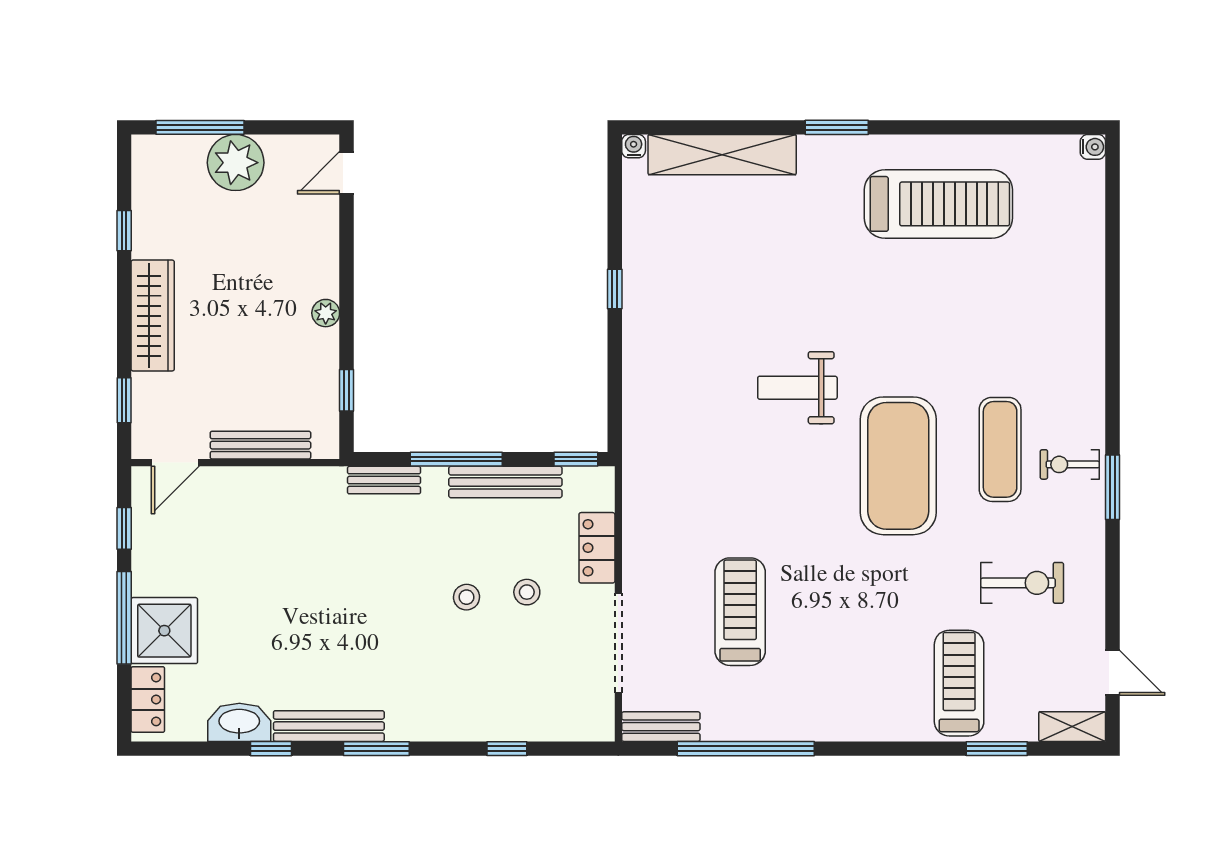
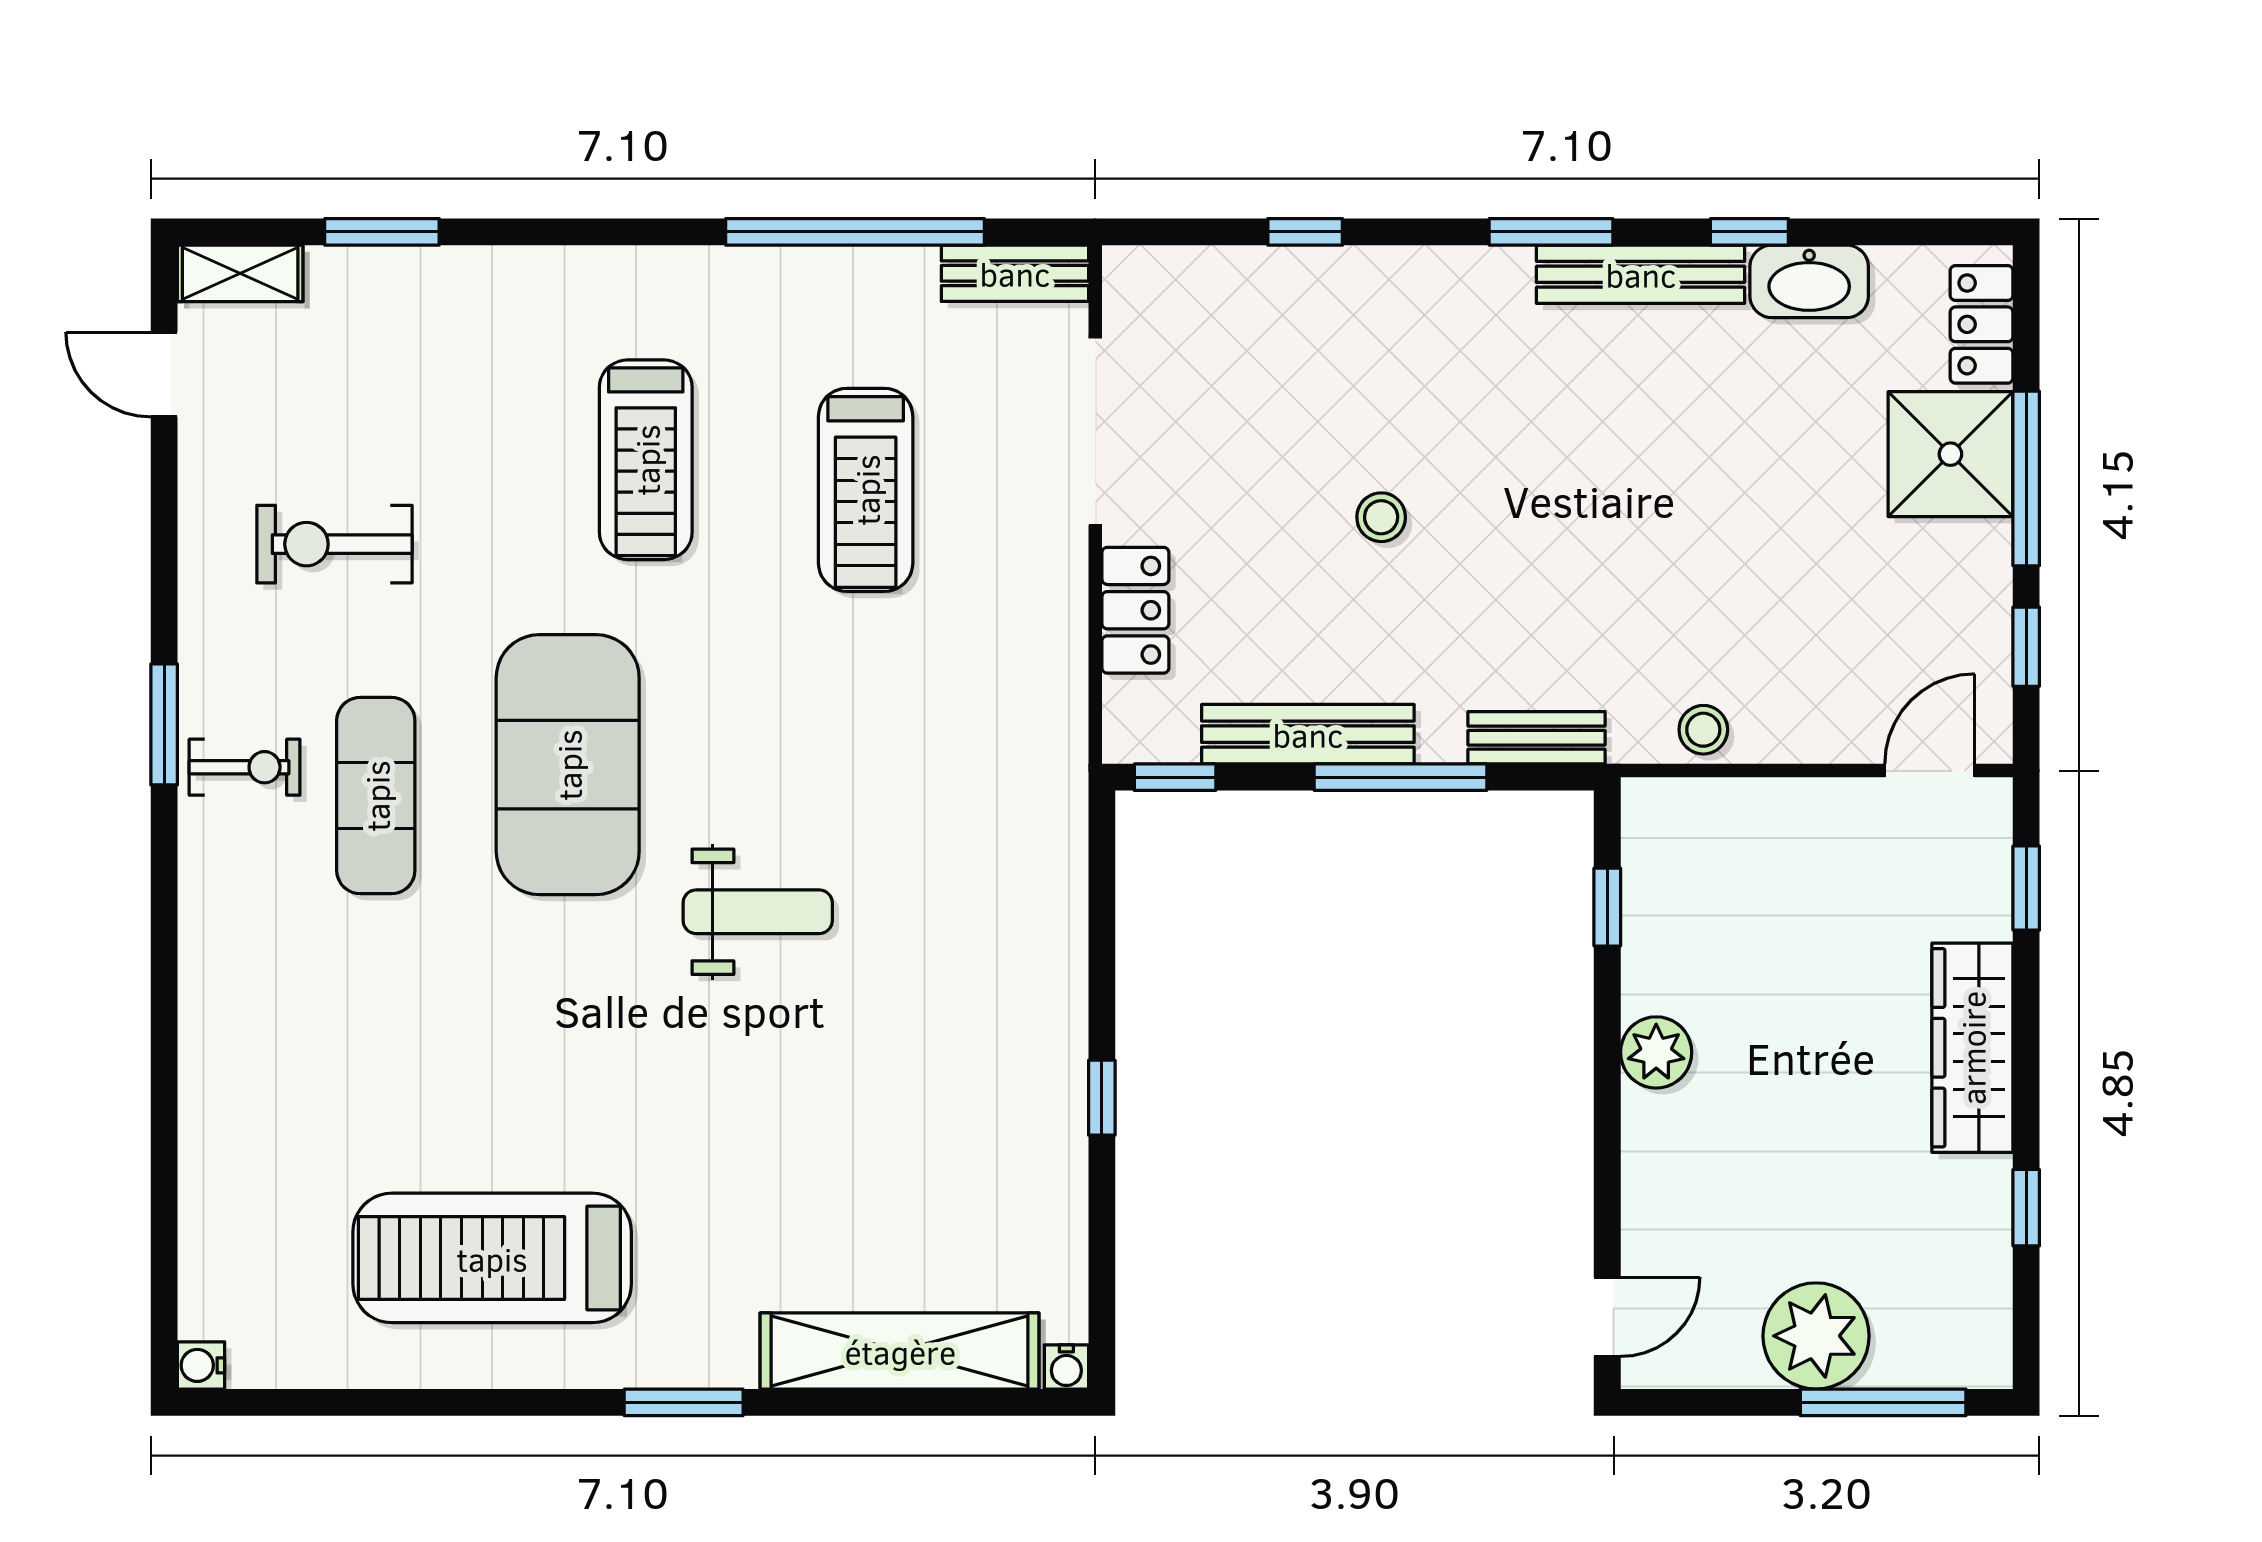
plant: (326, 313) -> (1656, 1052), width x1.38, depth x1.38
bench: (260, 445) -> (1769, 804), removed
stool: (527, 592) -> (1703, 730), moved
treadmill: (959, 683) -> (646, 460), moved

